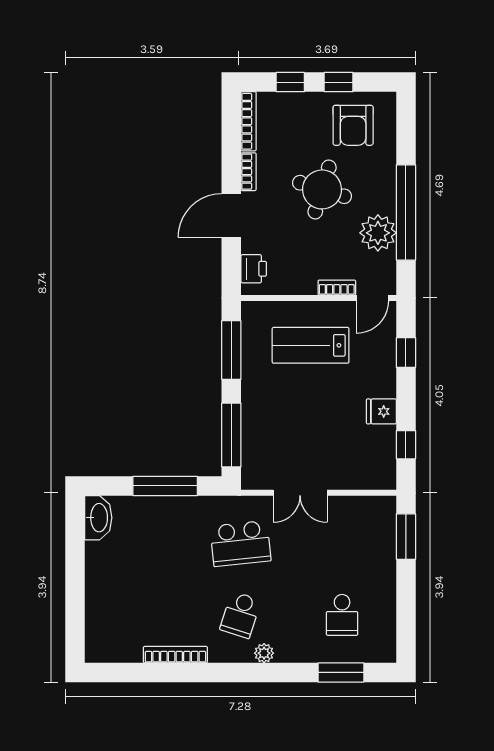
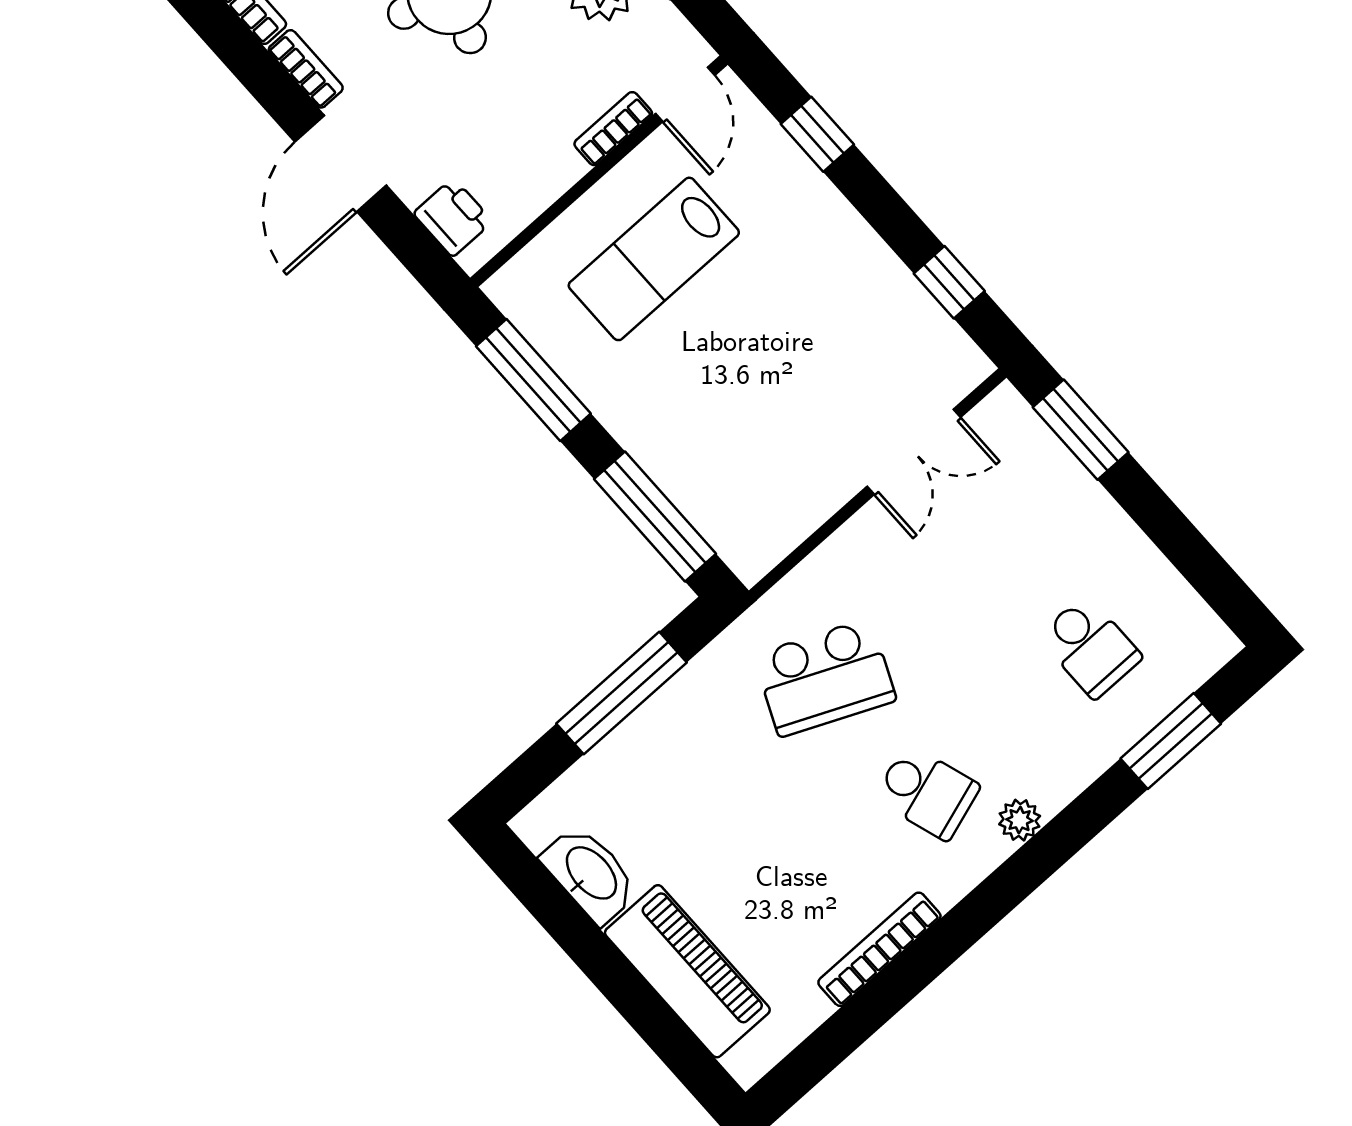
fridge: (381, 411) -> (862, 264), removed
double door: (300, 493) -> (914, 452), moved
washbasin: (98, 518) -> (590, 874), moved
school desk: (240, 544) -> (825, 678), turned 30
piano: (102, 603) -> (687, 971), added
school desk: (240, 615) -> (927, 792), turned -36

